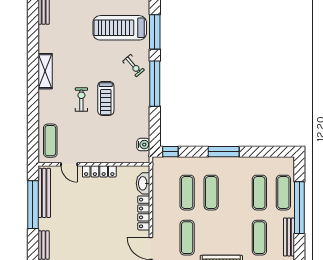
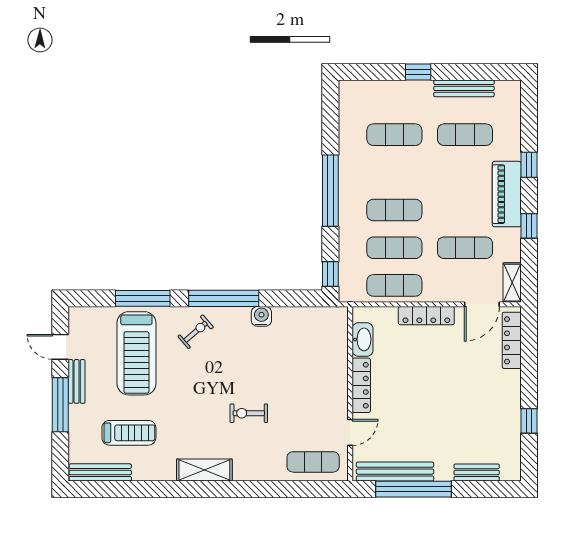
treadmill: (106, 98) -> (129, 433), moved
water cooler: (143, 145) -> (261, 316), moved
window: (224, 152) -> (330, 191), width x1.46
washbasin: (143, 183) -> (363, 339), moved, turned -90
exercise mat: (283, 193) -> (394, 285), moved
window: (299, 208) -> (418, 72), width x0.32

